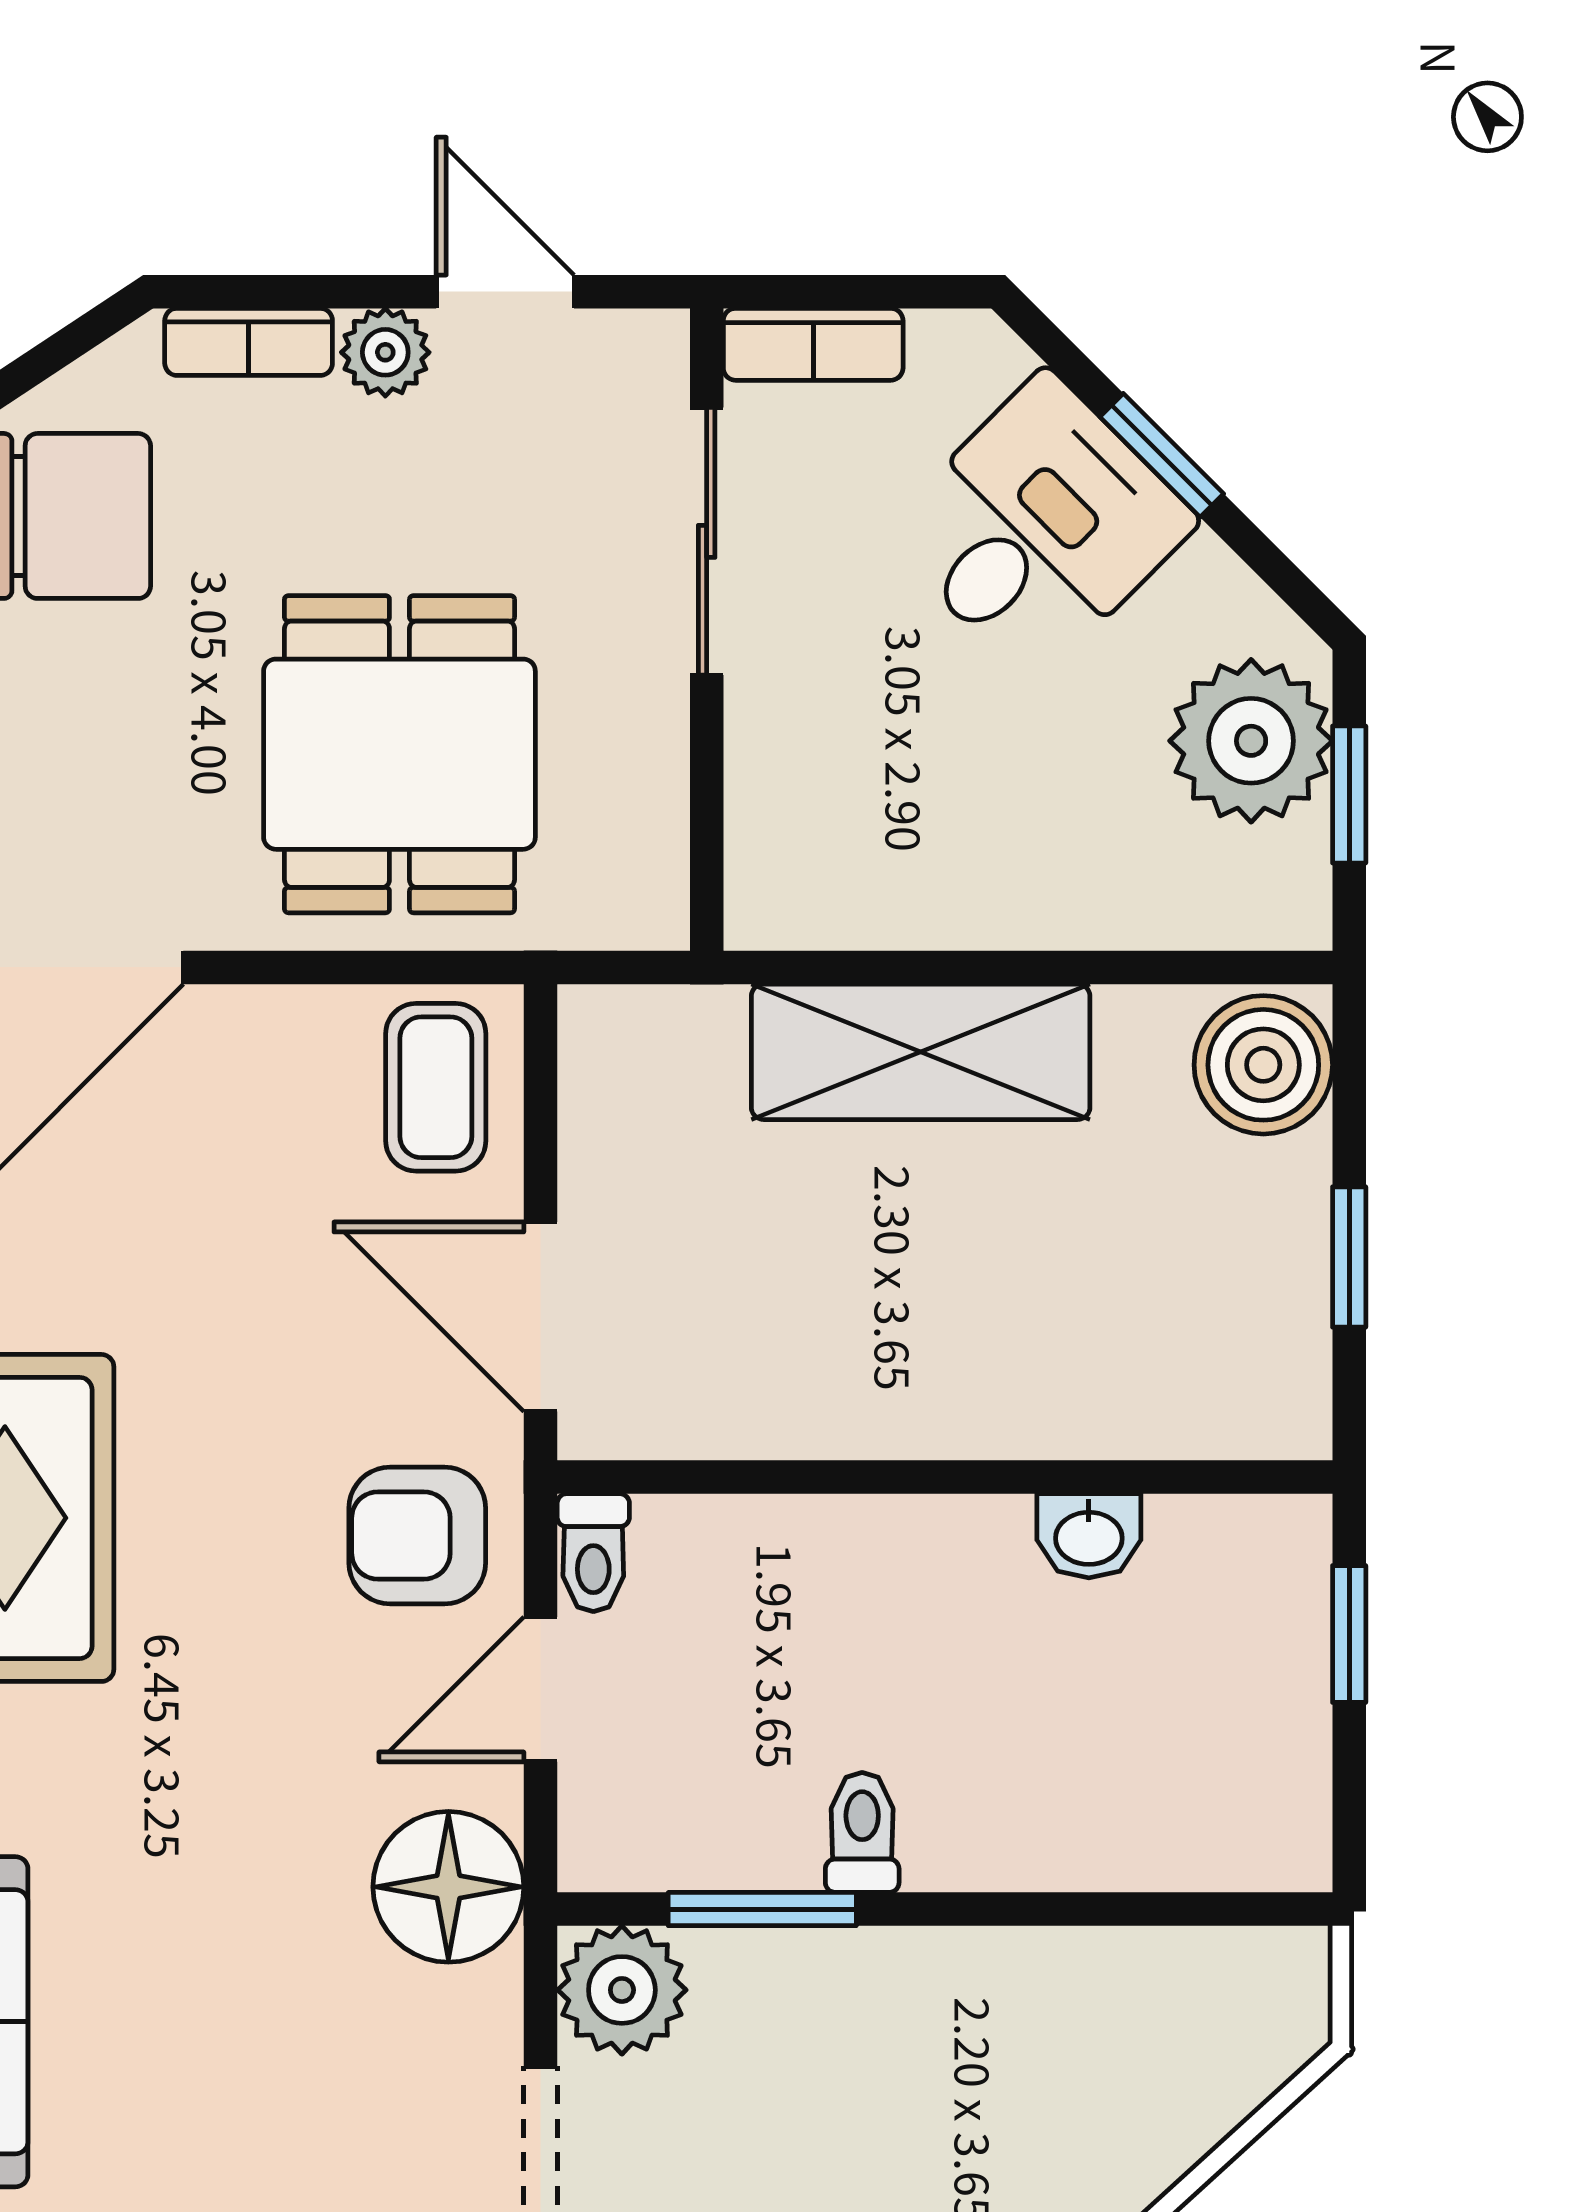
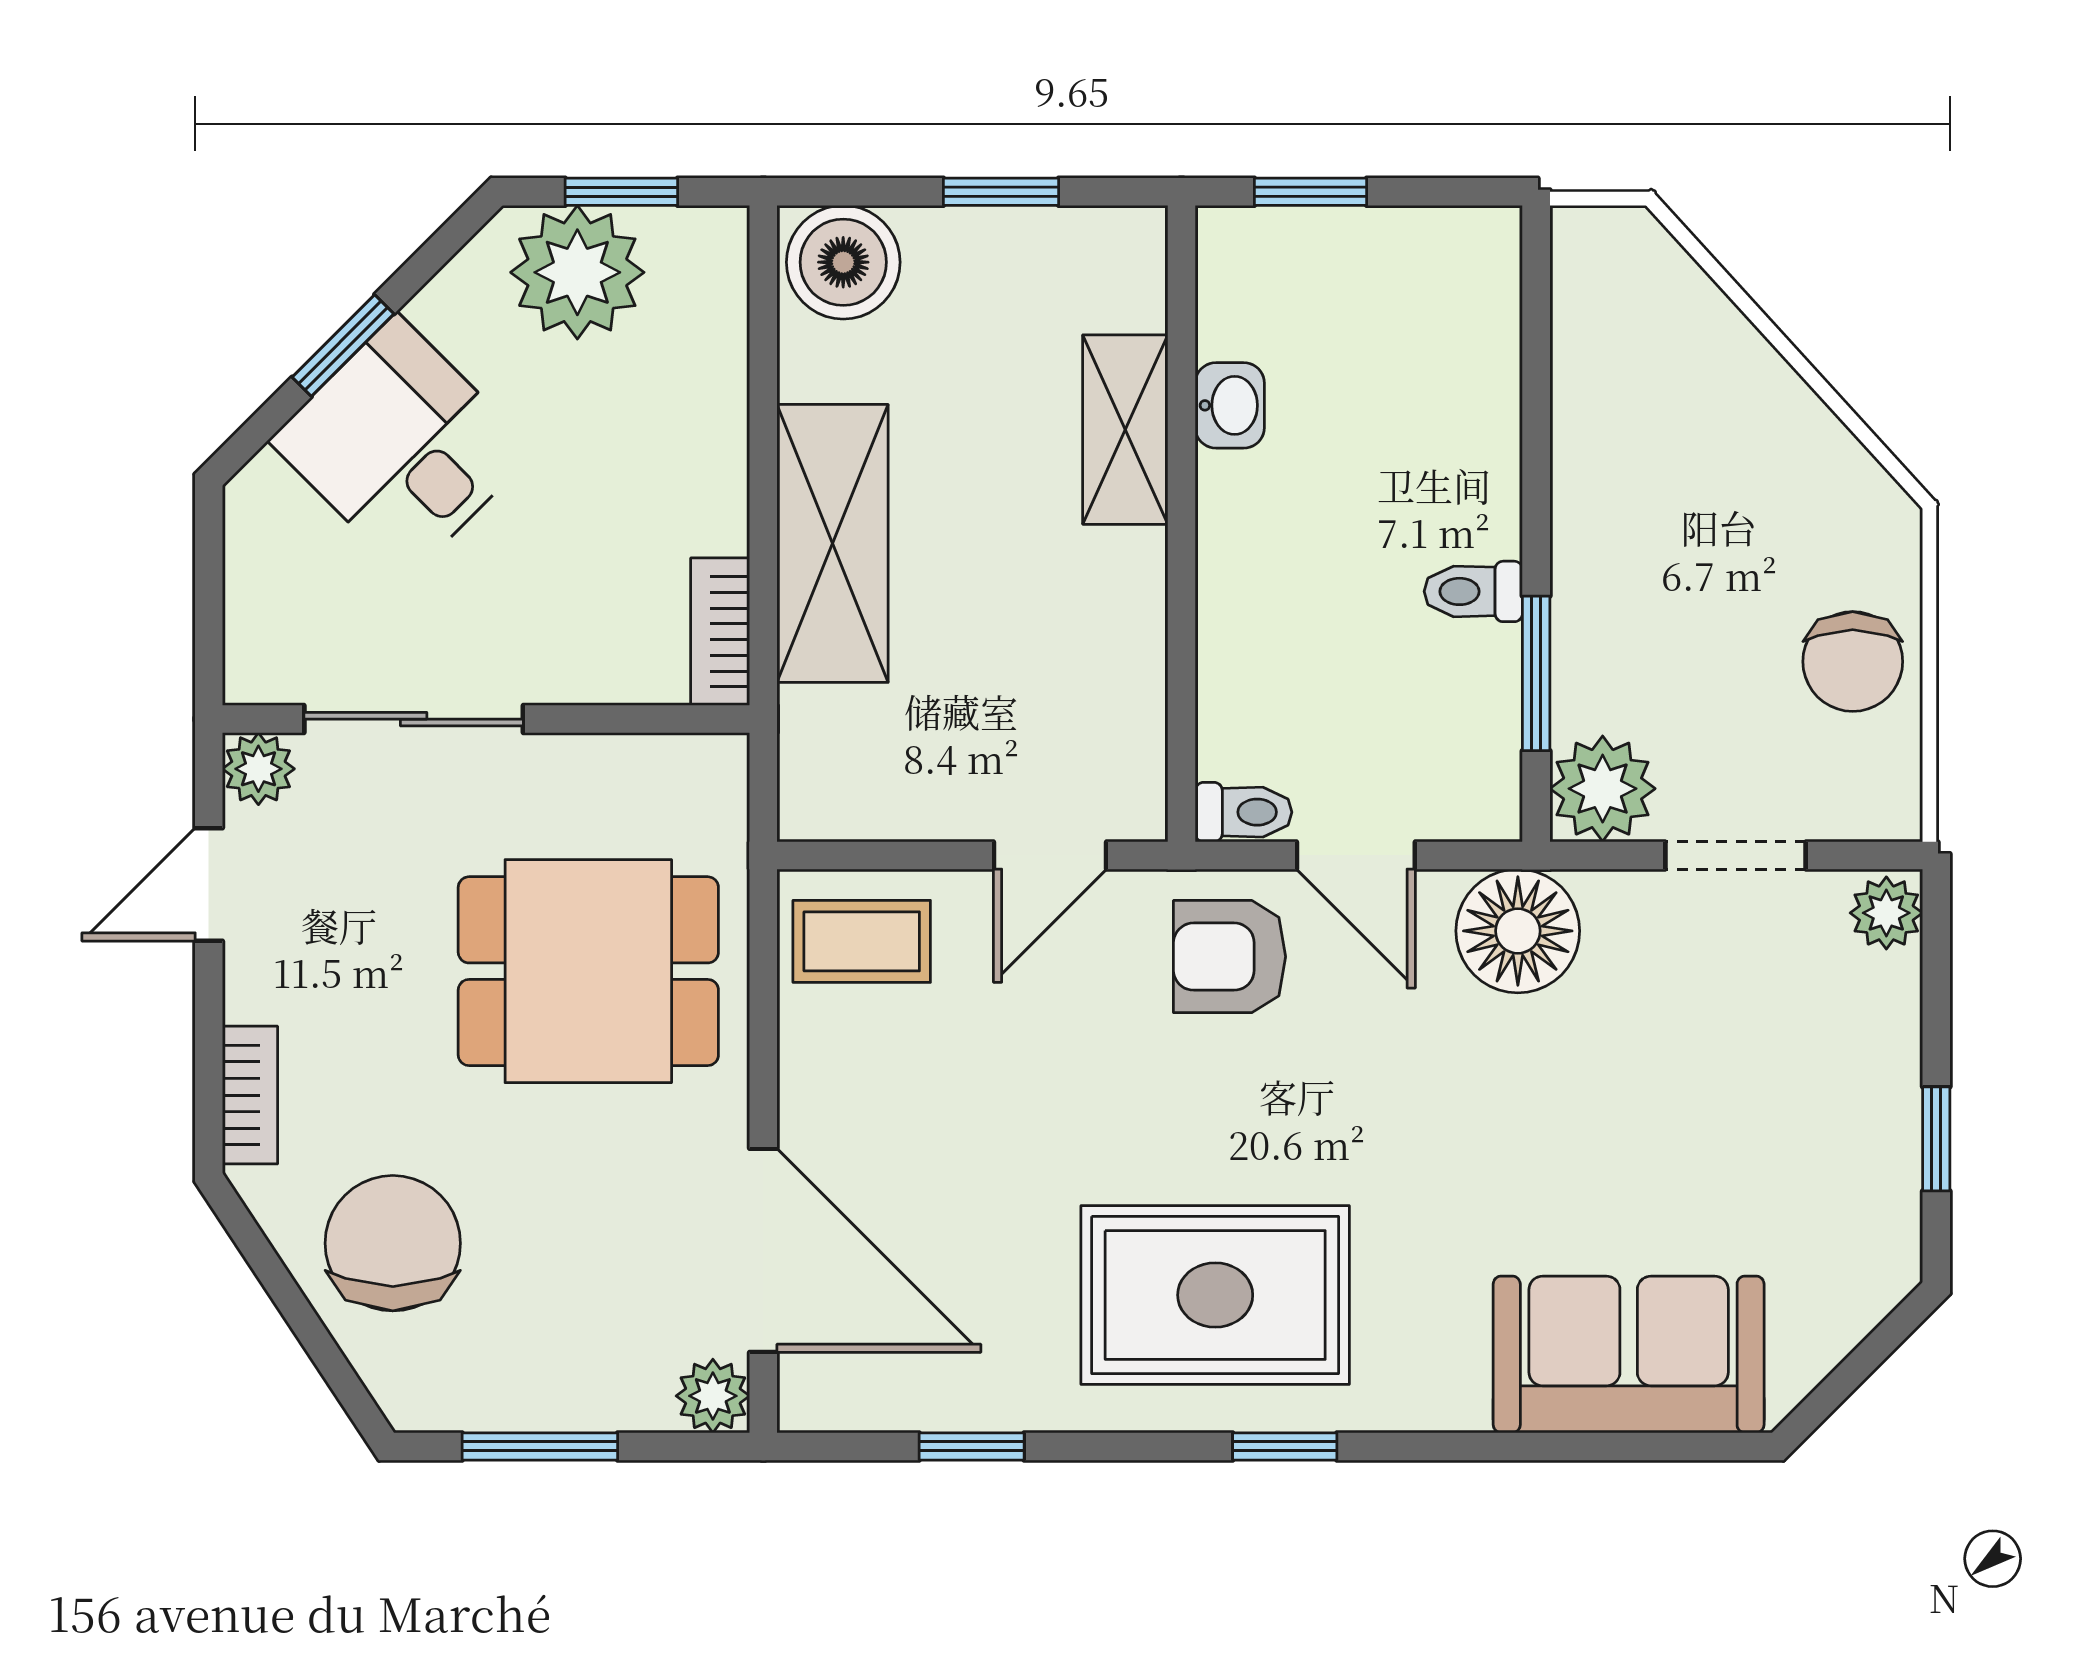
bookcase: (813, 344) -> (720, 632), moved, turned 180
plant: (385, 352) -> (258, 769), moved
door: (540, 1317) -> (1050, 855), width x0.73
shelving: (1059, 1408) -> (1125, 430), added
armchair: (417, 1535) -> (1230, 957), turned 90

